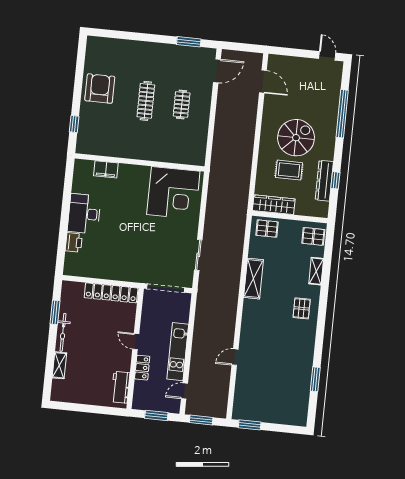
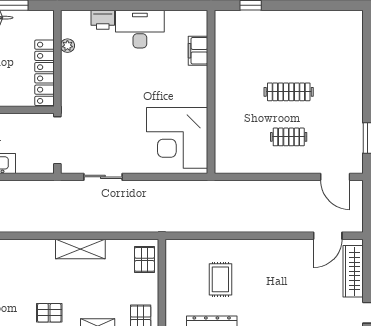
armchair: (100, 89) -> (298, 33), removed
spiral stairs: (296, 138) -> (262, 284), removed
wardrobe: (274, 205) -> (353, 271), moved, turned 180
plant: (91, 272) -> (67, 46), added

